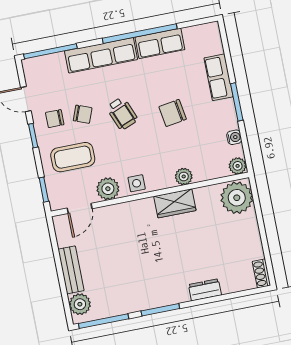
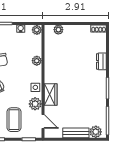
plant: (237, 198) -> (58, 30), width x0.53, depth x0.53
wardrobe: (175, 203) -> (51, 94), moved

